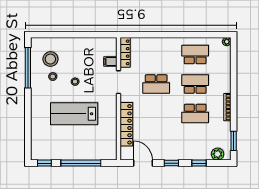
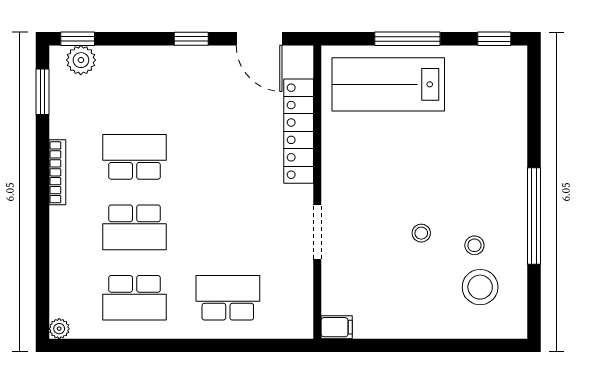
locker: (125, 52) -> (301, 303), removed
filing cabinet: (110, 61) -> (337, 327), moved
window: (28, 68) -> (534, 216), moved
school desk: (156, 84) -> (228, 298), moved
lab bench: (74, 114) -> (388, 84), moved, turned 180
window: (81, 163) -> (407, 39), width x0.68
window: (199, 163) -> (78, 39), moved

